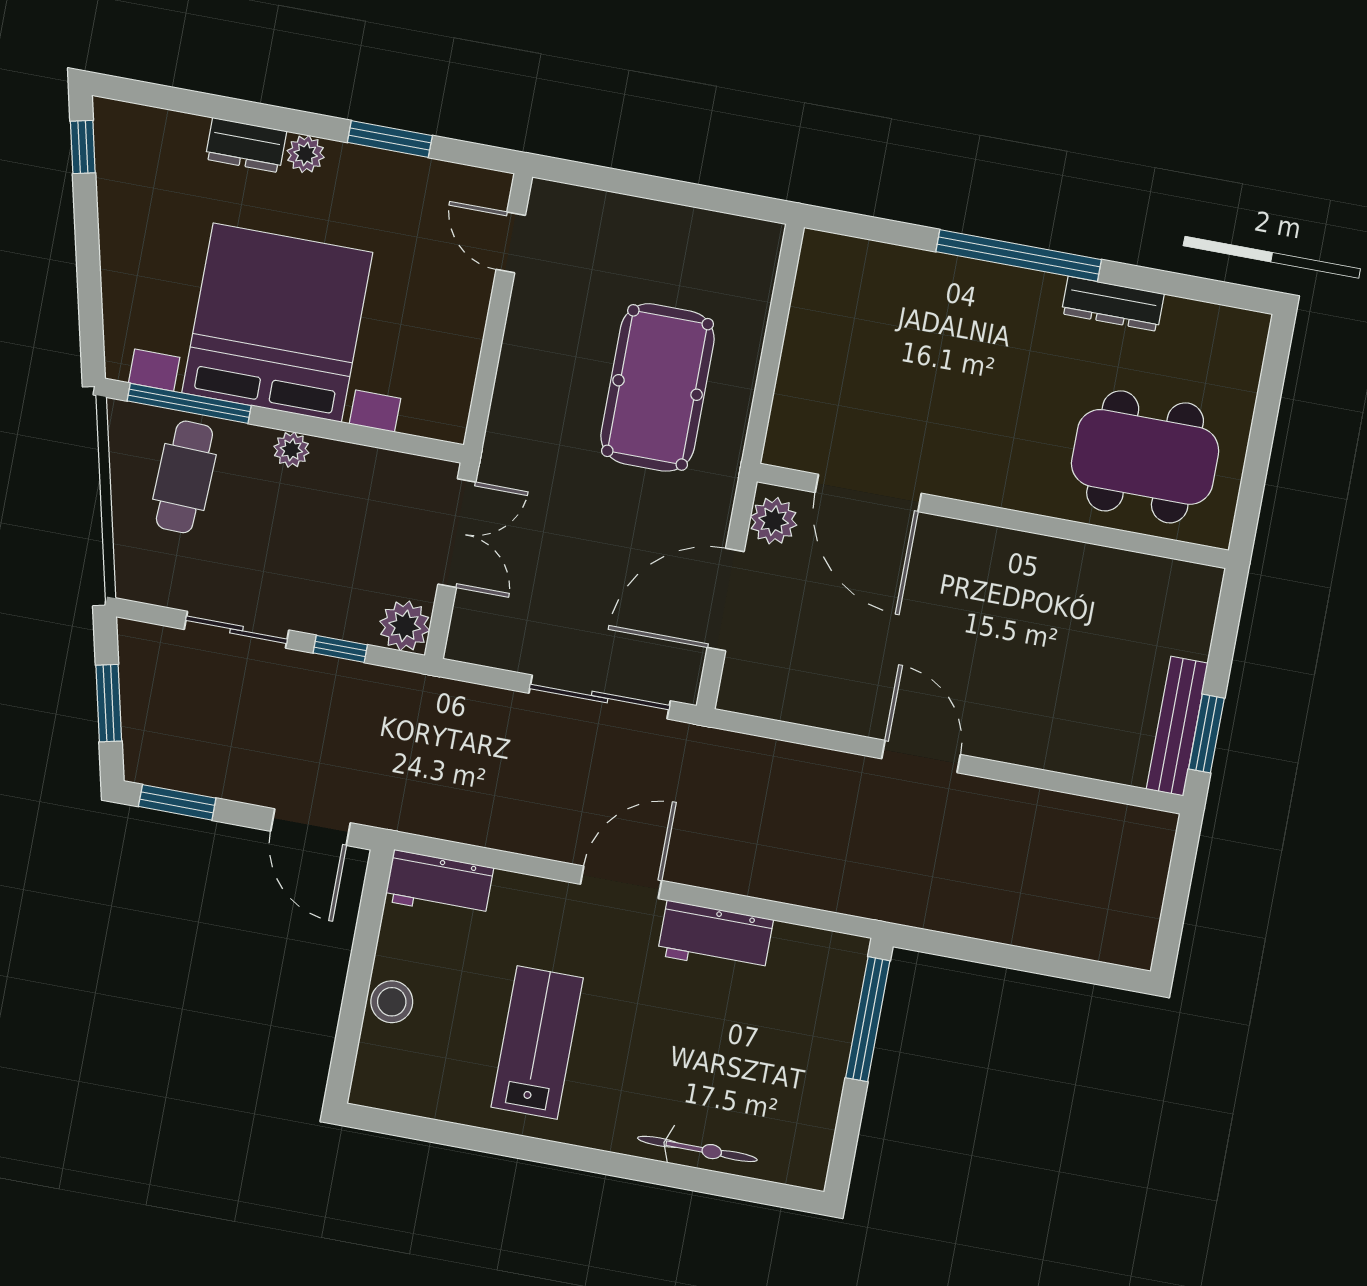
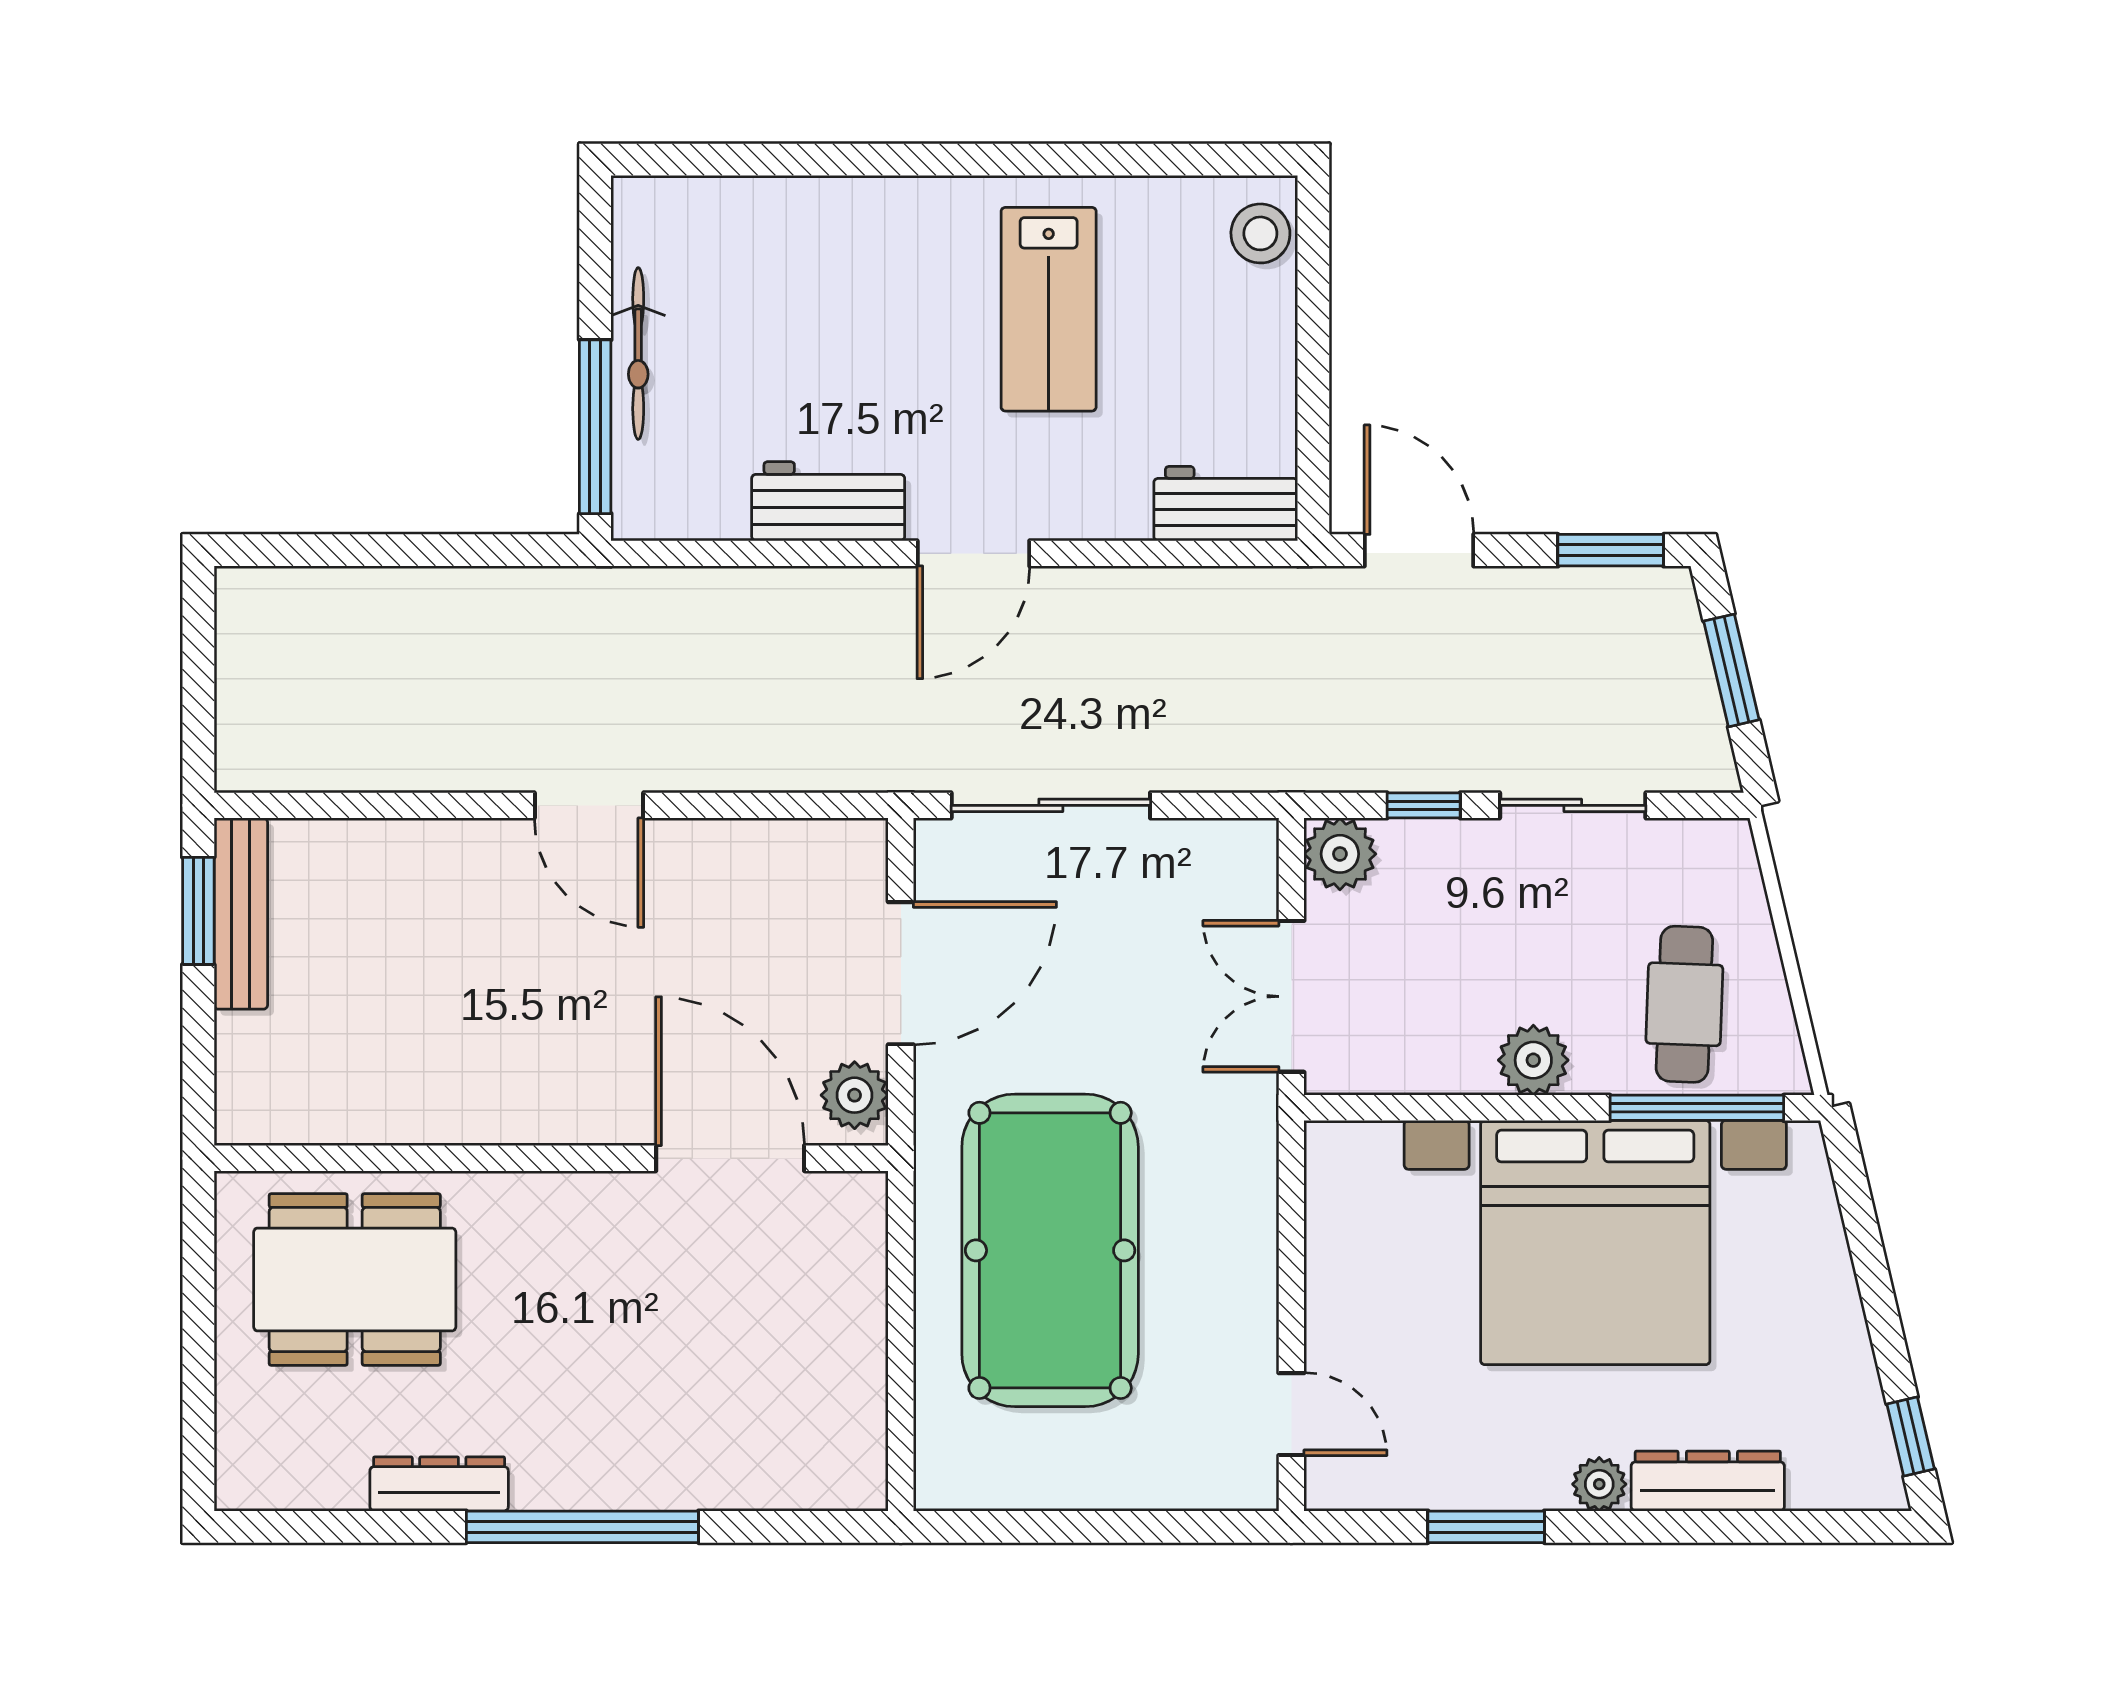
dresser: (246, 145) -> (1708, 1481), width x1.44
pool table: (658, 387) -> (1050, 1250), width x1.36, depth x1.32
plant: (291, 450) -> (1533, 1060), width x1.38, depth x1.38
stool: (392, 1002) -> (1260, 233), moved
bicycle: (697, 1149) -> (638, 354), moved, turned -90

